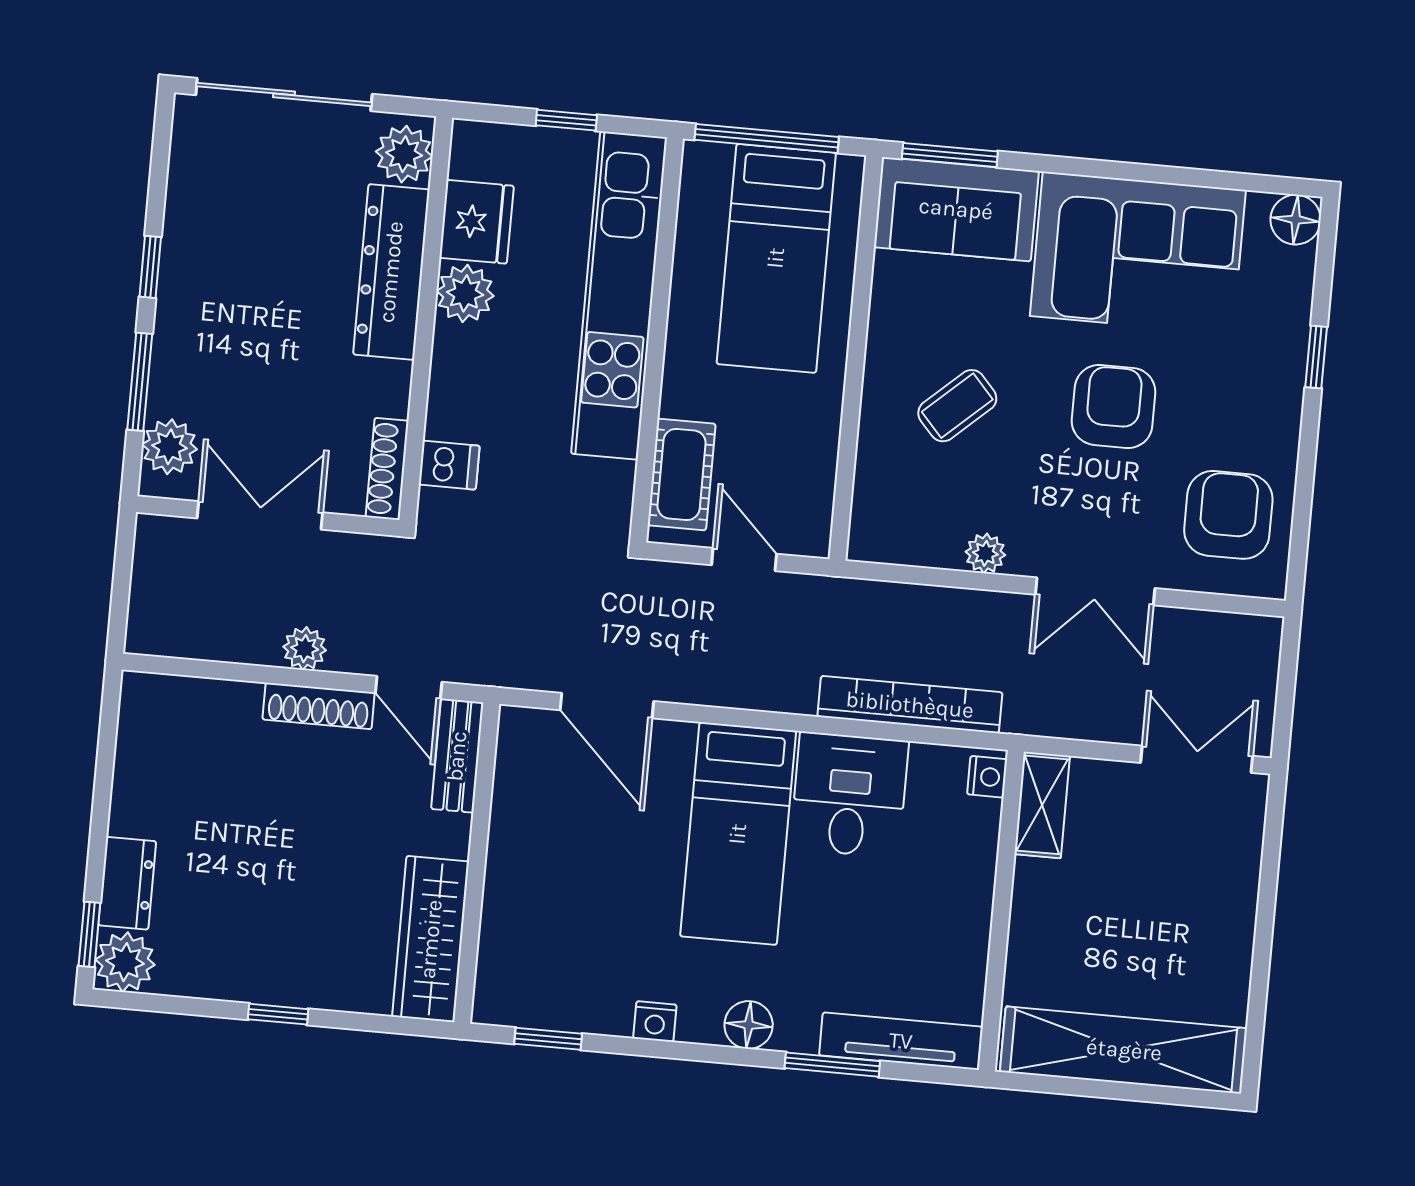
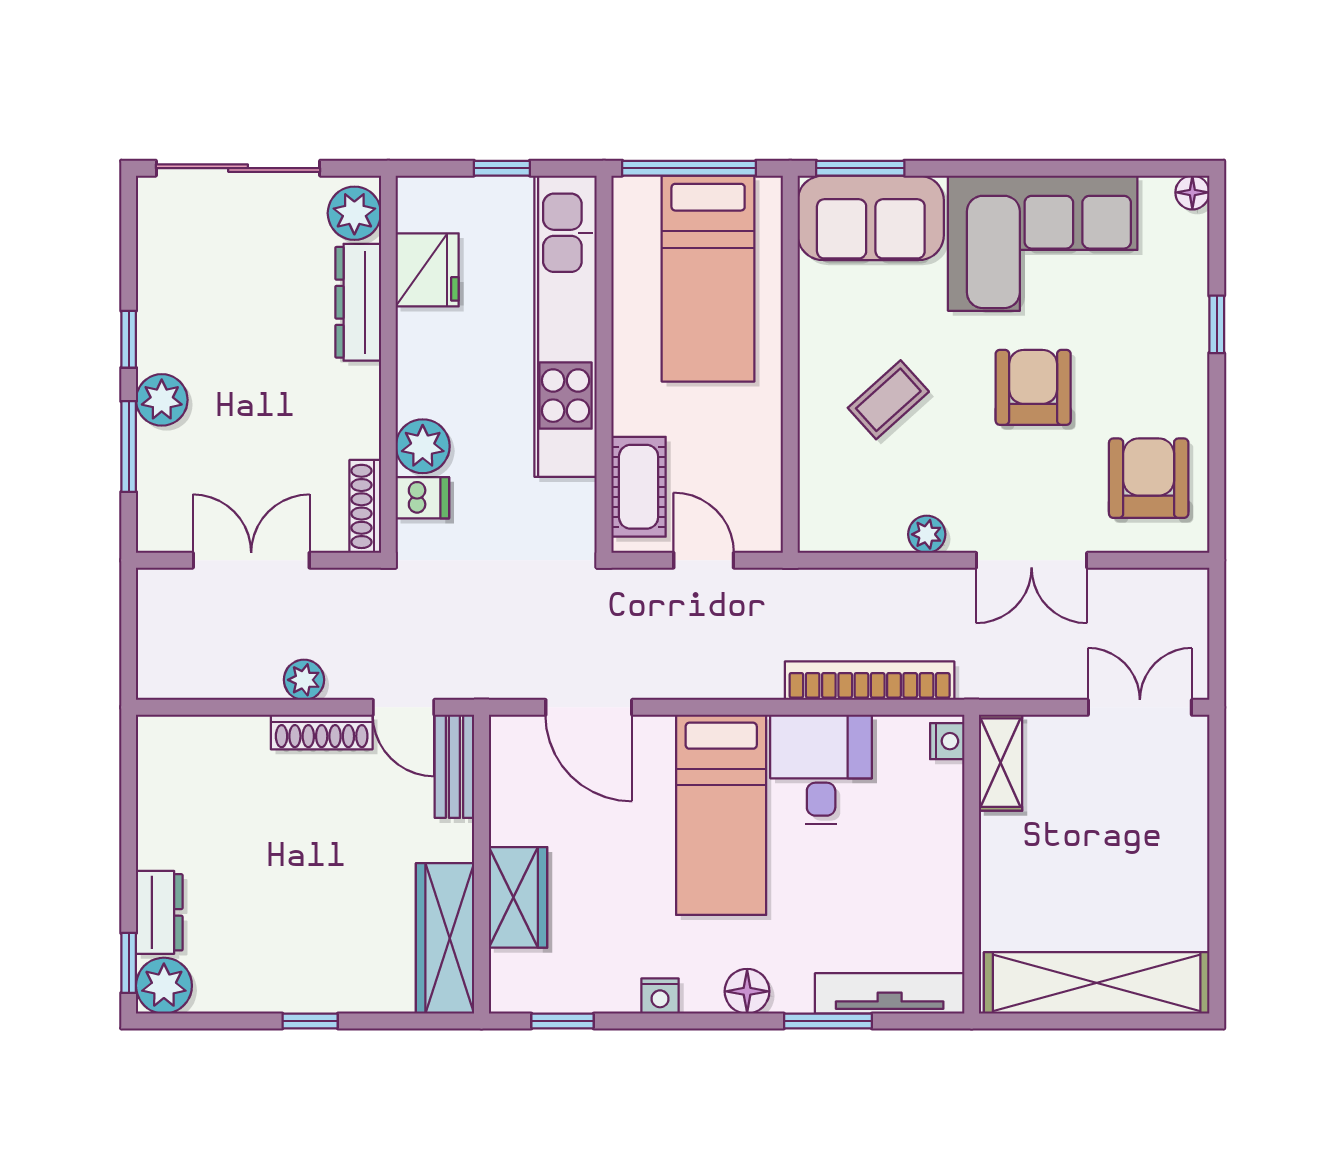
floor lamp: (1296, 220) -> (1192, 192), width x0.73, depth x0.73
dresser: (391, 272) -> (358, 302), width x0.73, depth x0.80
plant: (465, 293) -> (423, 446), moved
plant: (170, 447) -> (162, 400), moved
wardrobe: (513, 902) -> (518, 897), added

